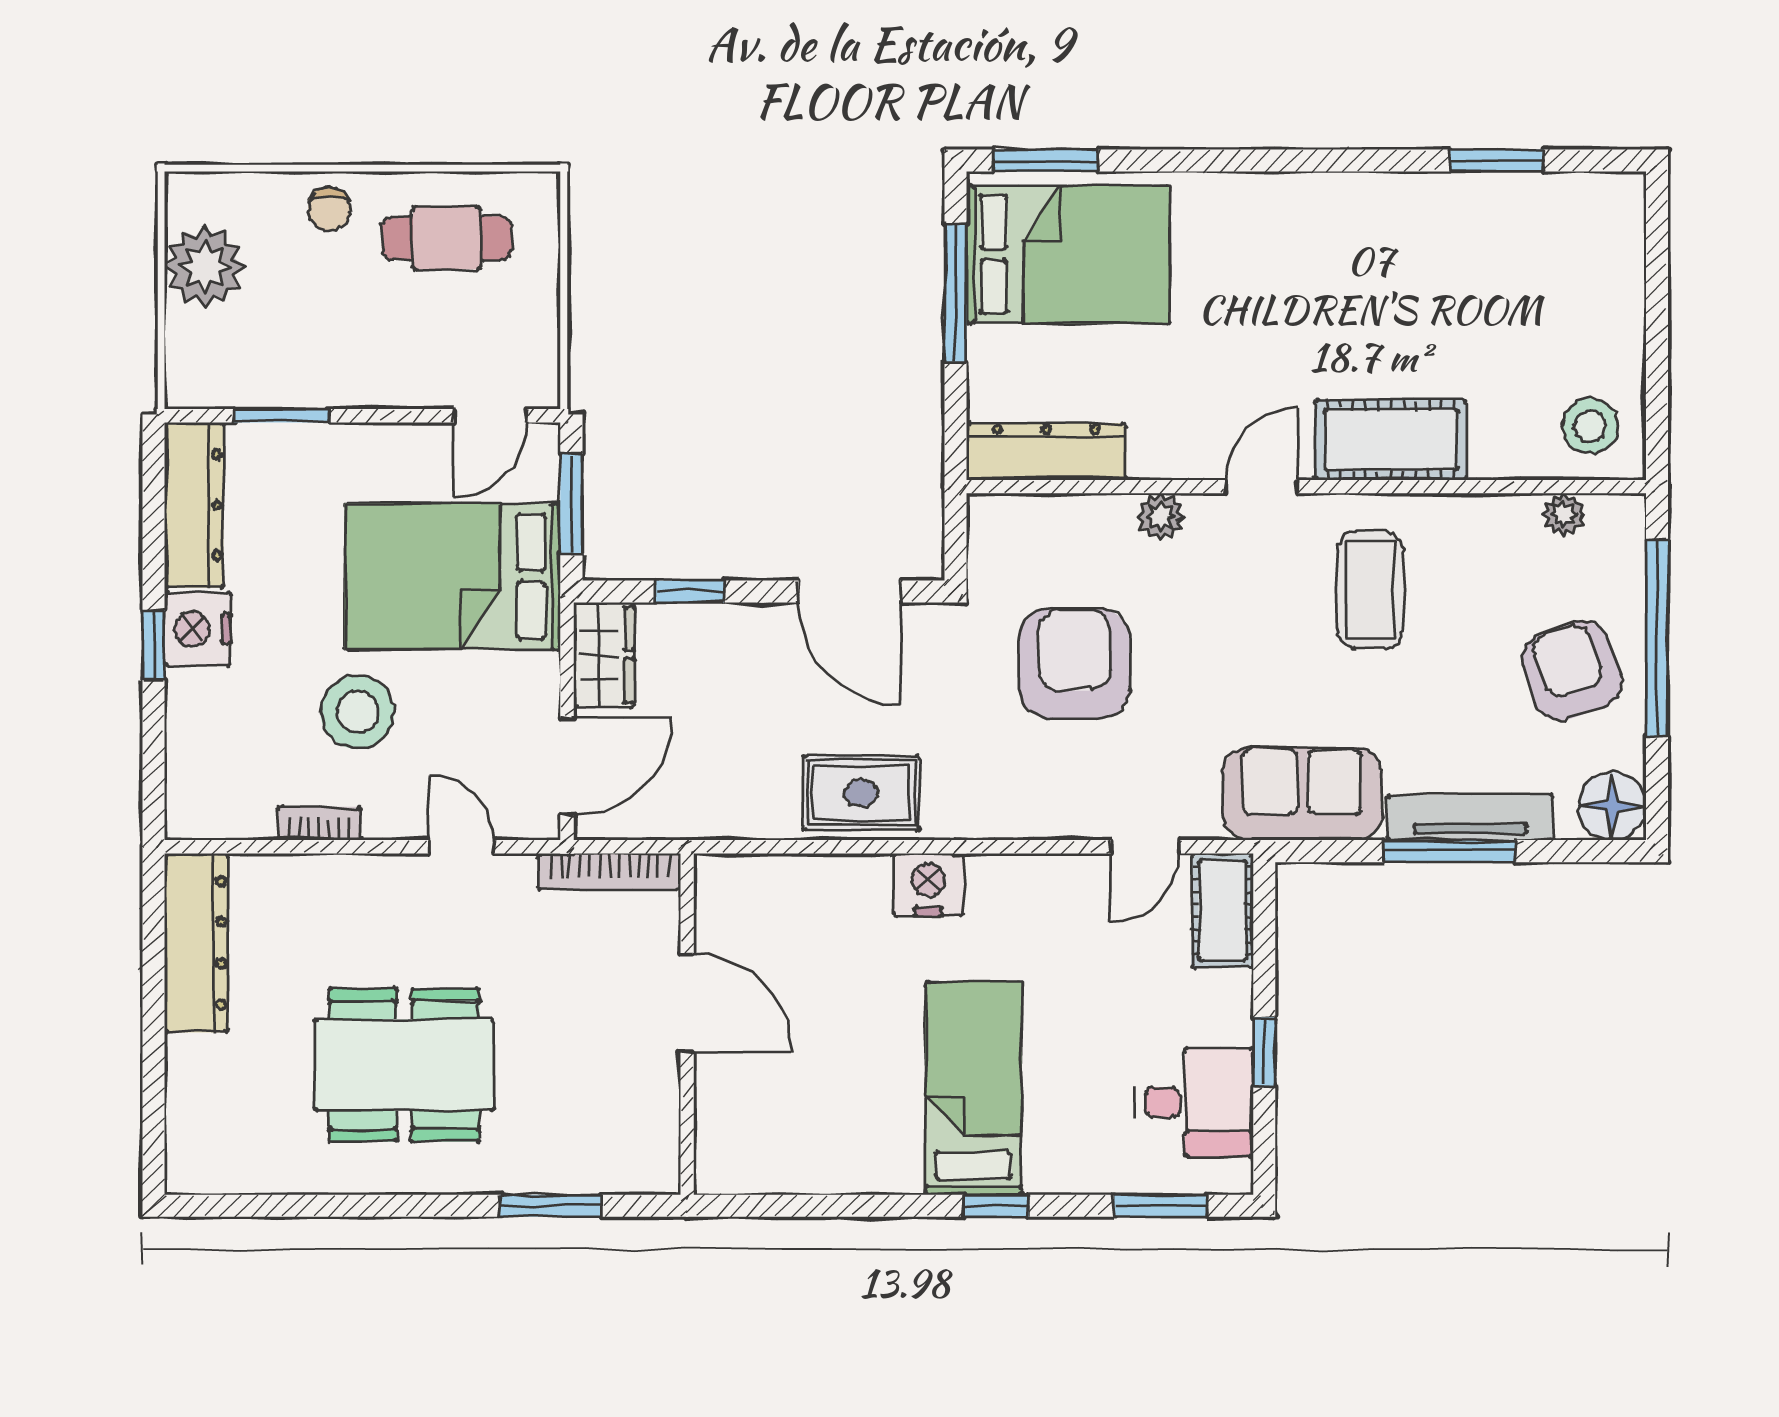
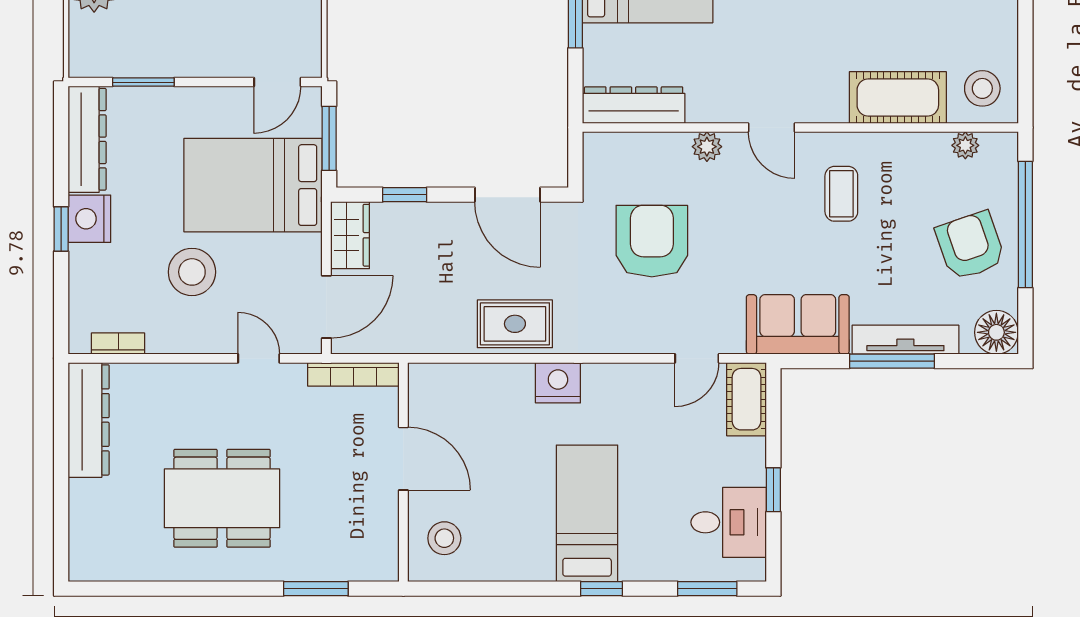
cot: (1391, 440) -> (898, 98), moved
door: (1261, 487) -> (772, 128), swing flipped
coffee table: (1370, 590) -> (841, 194), width x0.73, depth x0.77
bookcase: (319, 824) -> (118, 344), moved
stool: (751, 1127) -> (444, 538), added

